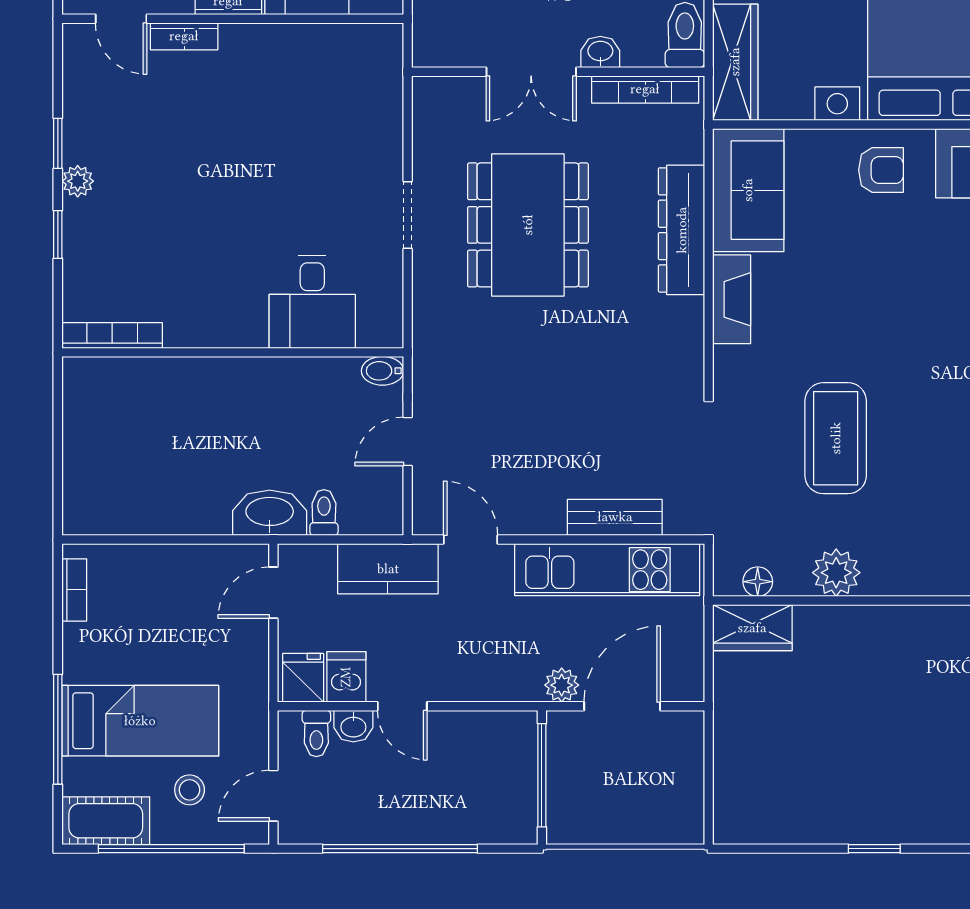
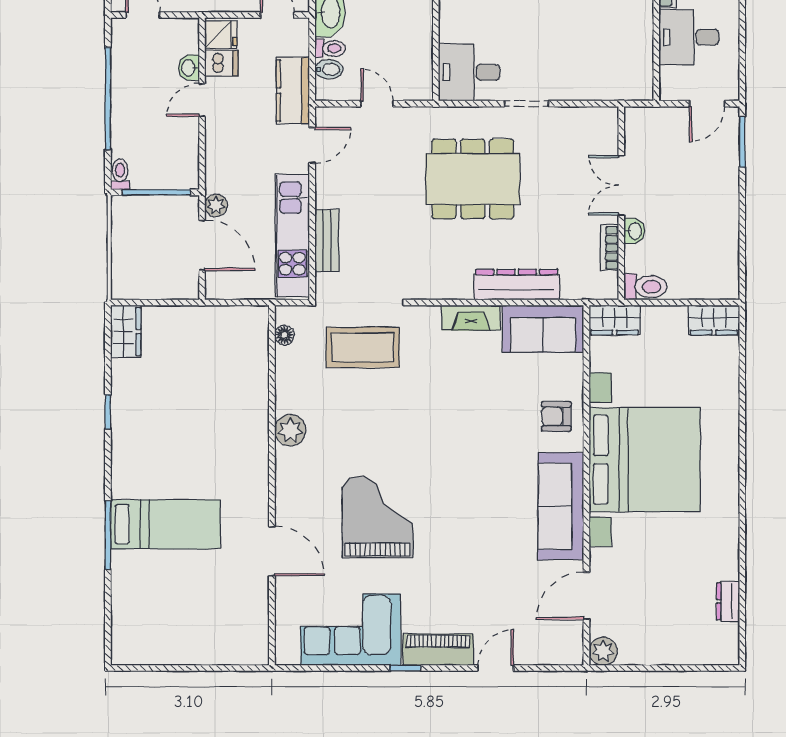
wardrobe: (735, 62) -> (615, 320), width x0.67
bookcase: (645, 89) -> (610, 248), width x0.64
armchair: (881, 170) -> (556, 416), turned 90
dining table: (528, 225) -> (473, 179), moved
desk: (312, 302) -> (469, 72), moved
bidet: (382, 371) -> (329, 69), moved, turned 90
coffee table: (836, 438) -> (363, 347), moved
plant: (836, 573) -> (290, 430), moved
wardrobe: (752, 628) -> (126, 331), moved, turned 180
toilet: (316, 734) -> (120, 174), moved, turned 90

